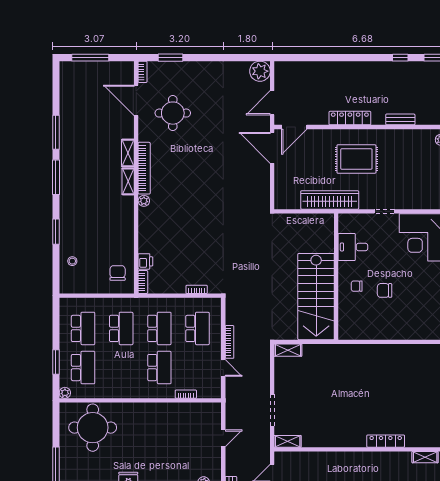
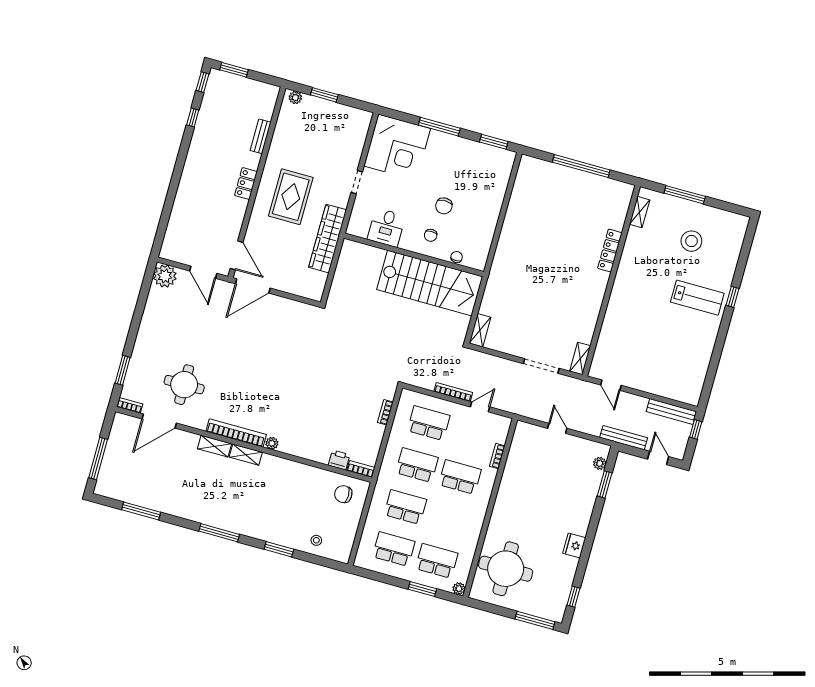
locker: (350, 118) -> (246, 184), width x0.66
window: (56, 132) -> (141, 511), moved
chair: (344, 313) -> (457, 257), added

